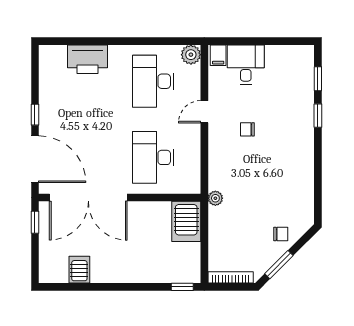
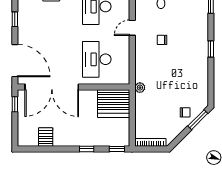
window: (35, 115) -> (15, 19), moved
window: (318, 116) -> (211, 49), moved
server rack: (186, 221) -> (114, 104), width x1.60
window: (279, 265) -> (198, 120), moved
window: (139, 287) -> (87, 149), added

